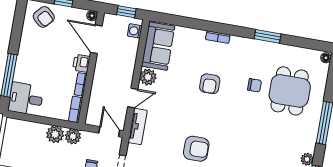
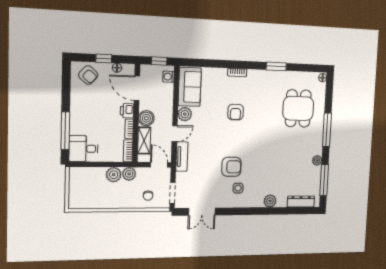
floor lamp: (92, 16) -> (117, 68), moved
boiler: (102, 75) -> (146, 118), added
chair: (255, 85) -> (271, 108), removed
shelving: (96, 100) -> (144, 140), added

